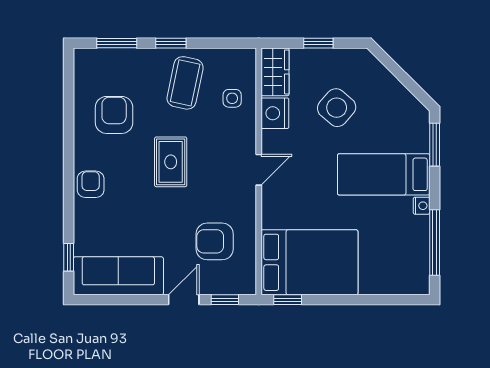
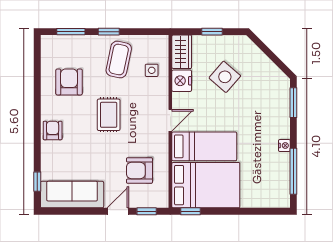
bed: (384, 174) -> (204, 146), moved, turned 180

